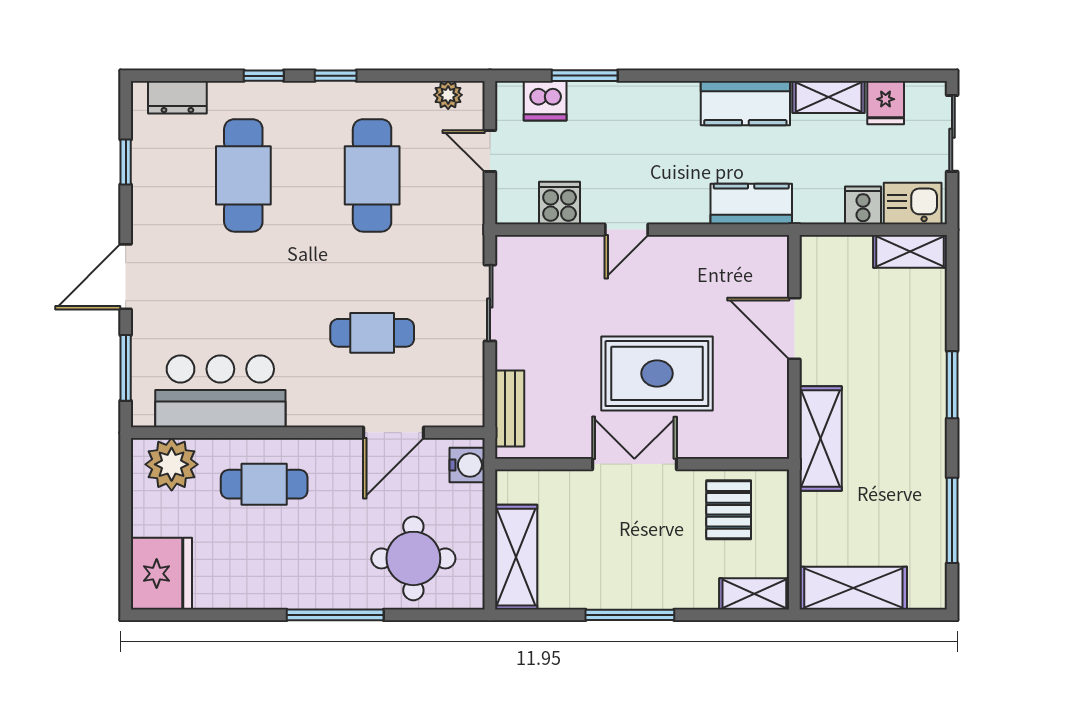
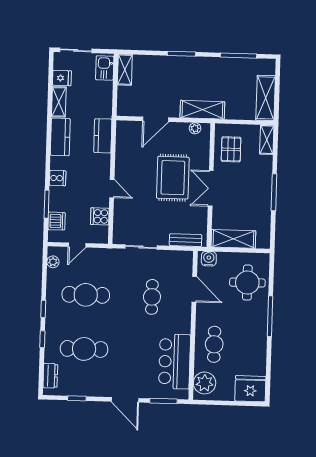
cooker: (863, 205) -> (58, 178), moved, turned 180
plant: (776, 422) -> (195, 128), added
pallet: (729, 510) -> (231, 149), turned 90
shelving: (516, 557) -> (233, 239), moved

